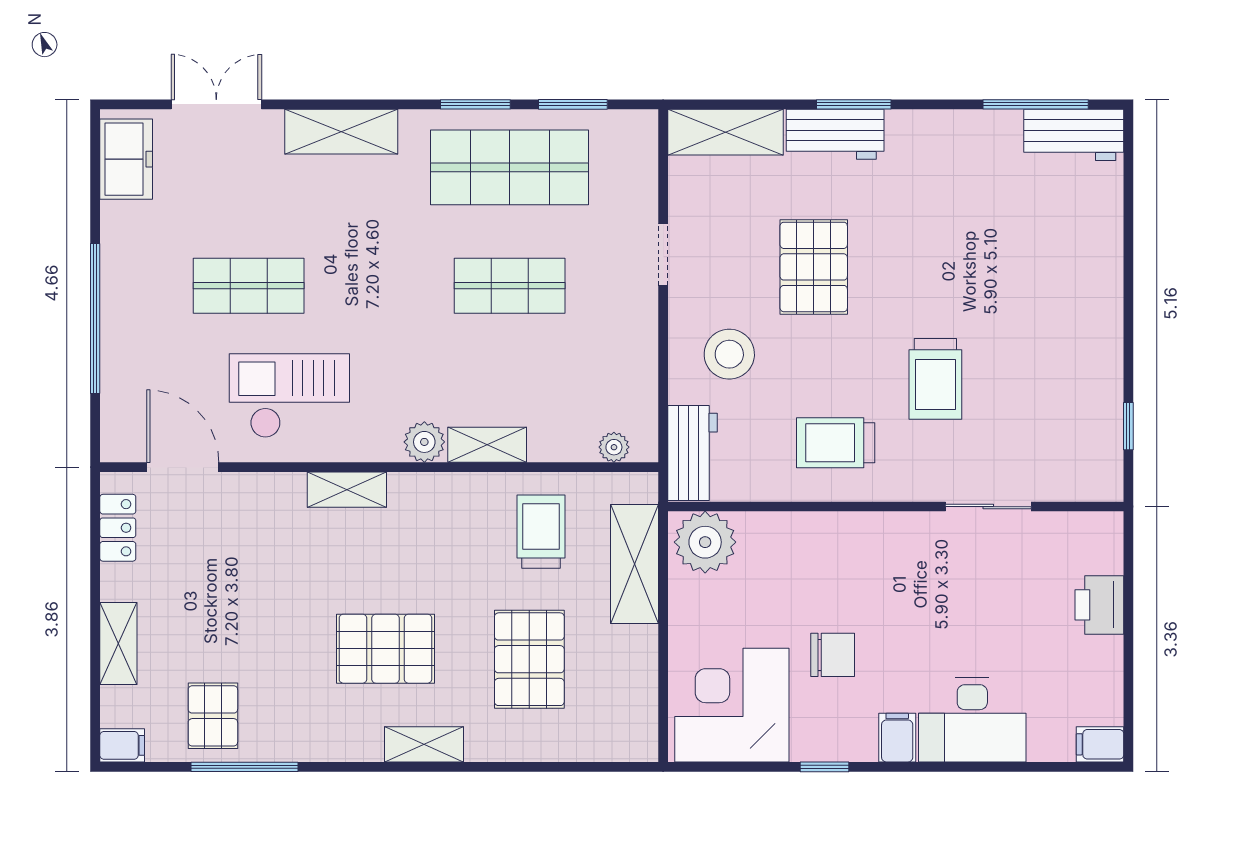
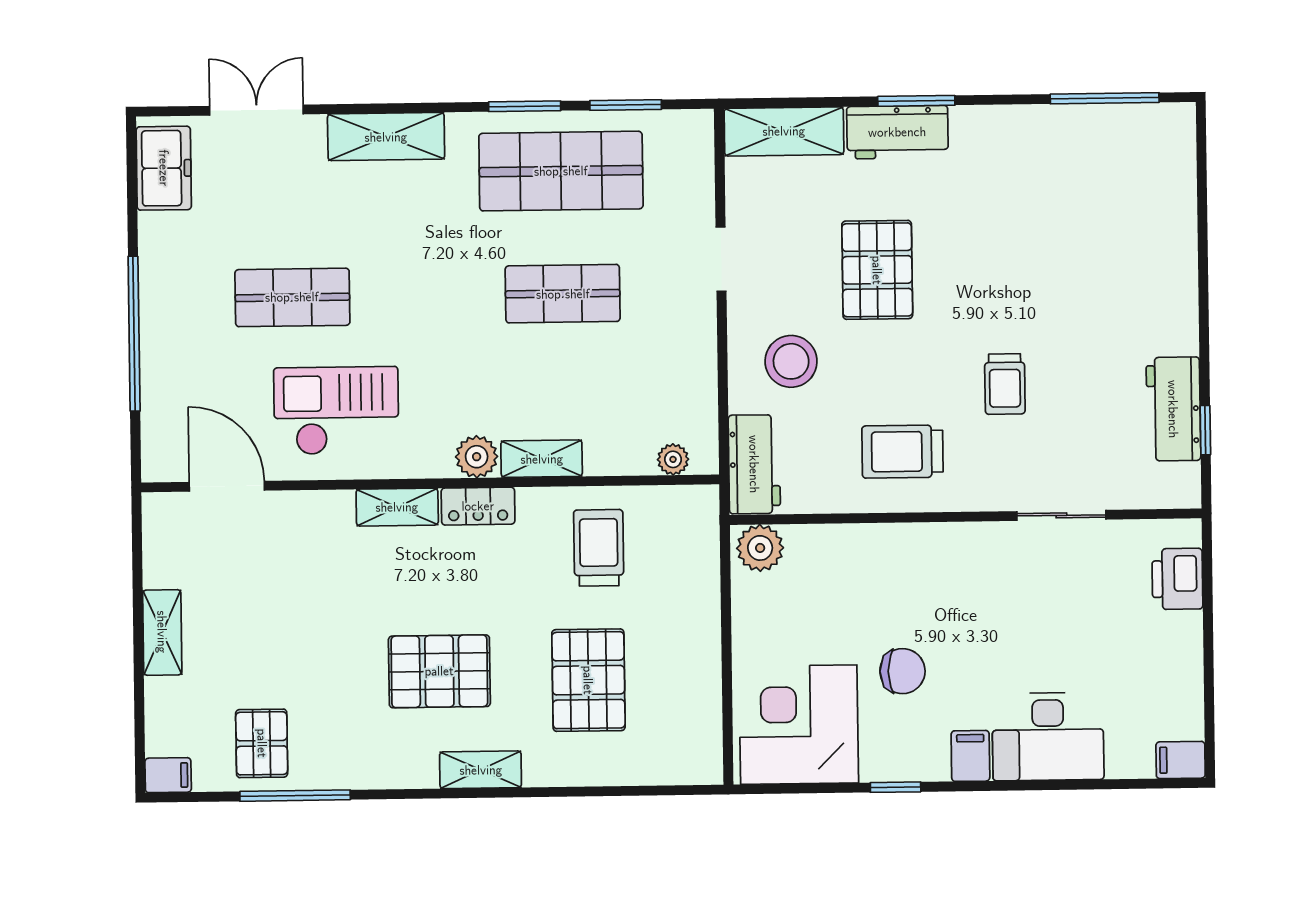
workbench: (1074, 135) -> (1173, 409), moved, turned 90
trolley: (935, 379) -> (1005, 384), width x0.73, depth x0.72
locker: (118, 528) -> (478, 506), moved, turned 90
plant: (705, 542) -> (760, 548), width x0.73, depth x0.73
shelving: (634, 564) -> (696, 580), removed
printer: (1099, 605) -> (1177, 579), moved
shelving: (118, 644) -> (162, 632), moved

